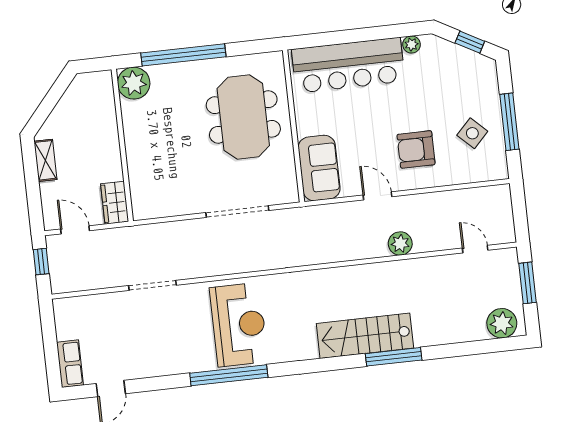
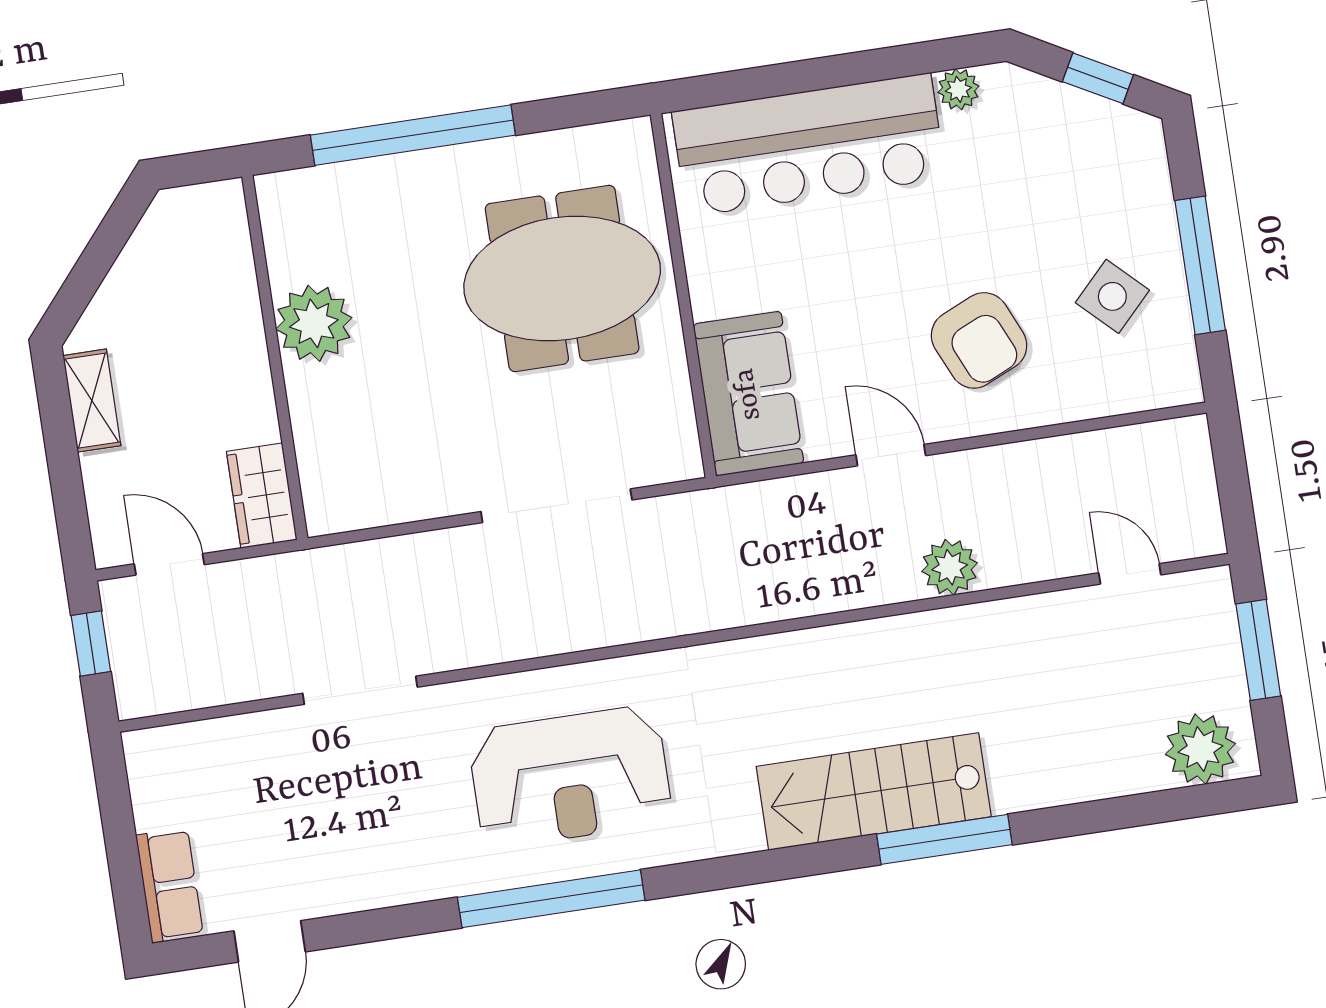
plant: (134, 83) -> (314, 323), moved
meeting table: (243, 117) -> (562, 279), turned 90
armchair: (416, 149) -> (979, 340), turned -114
reception desk: (239, 325) -> (570, 777), turned 90

